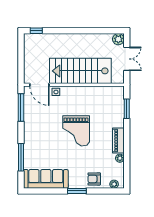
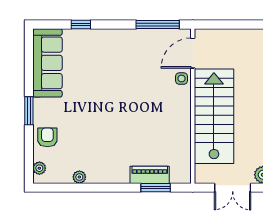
grand piano: (76, 131) -> (122, 110), removed
piano: (118, 141) -> (150, 175), moved
window: (21, 157) -> (81, 25), width x0.46

